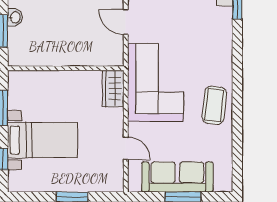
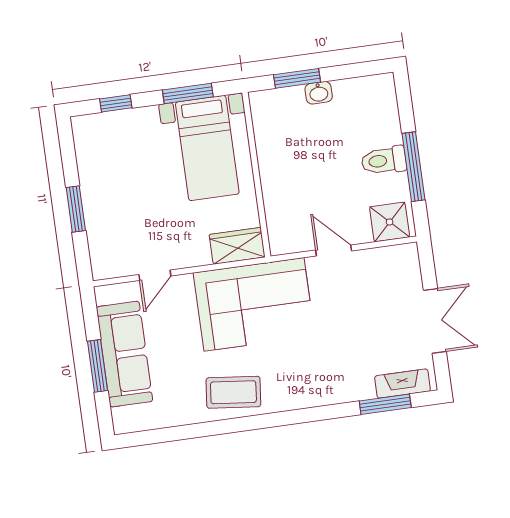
door: (126, 22) -> (334, 250), hinge flipped
bed with nightstands: (43, 140) -> (207, 148), moved

